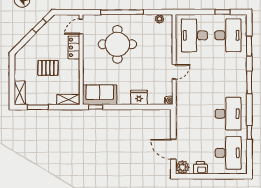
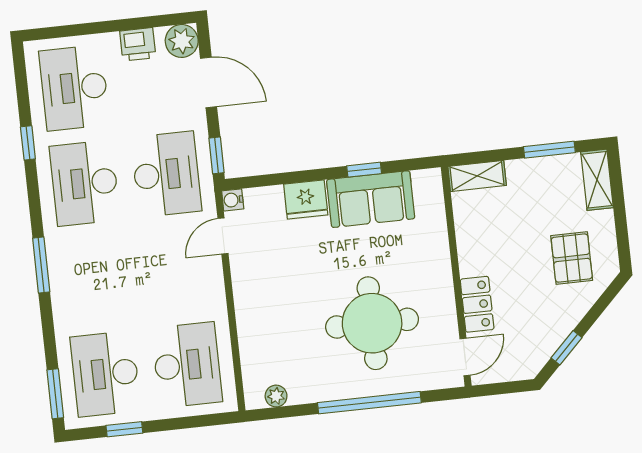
window: (249, 46) -> (55, 394), moved
pallet: (48, 68) -> (572, 258), moved, turned 90
door: (174, 72) -> (223, 236), moved
sofa: (100, 95) -> (371, 199), moved
window: (96, 107) -> (364, 170), moved
desk: (195, 114) -> (166, 174), added
window: (173, 119) -> (216, 155), added

